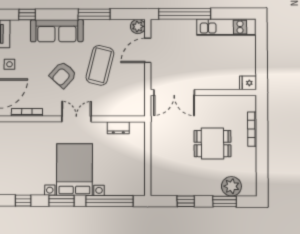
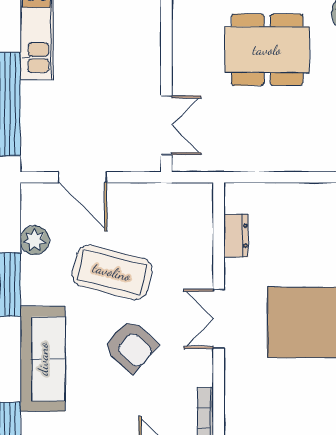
plant: (138, 27) -> (35, 240), moved
double door: (174, 93) -> (166, 125), width x0.73
dining table: (212, 144) -> (267, 50), width x1.38

